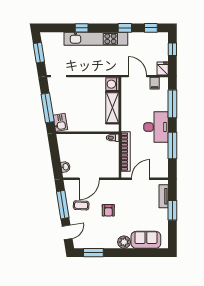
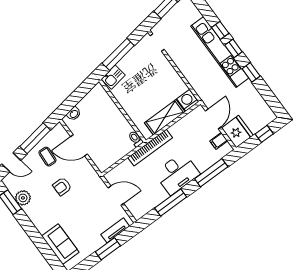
window: (151, 28) -> (233, 48), moved
fridge: (163, 68) -> (237, 132), width x1.88, depth x1.34
bookcase: (126, 152) -> (150, 148), moved
plant: (124, 242) -> (23, 198), moved

